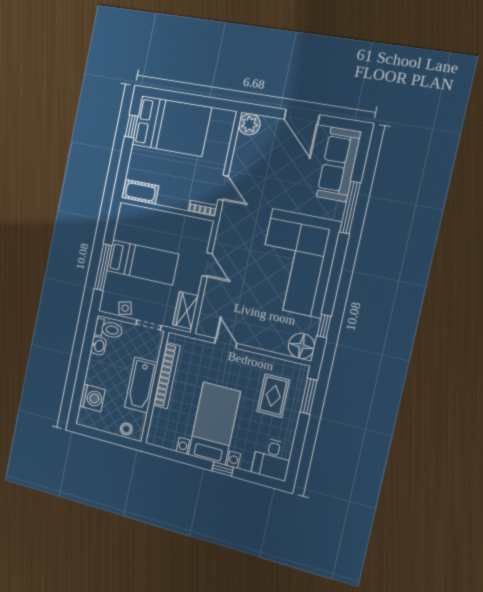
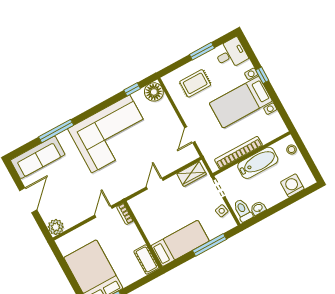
bed: (142, 262) -> (180, 243), moved, turned 90
window: (309, 396) -> (202, 51), moved

